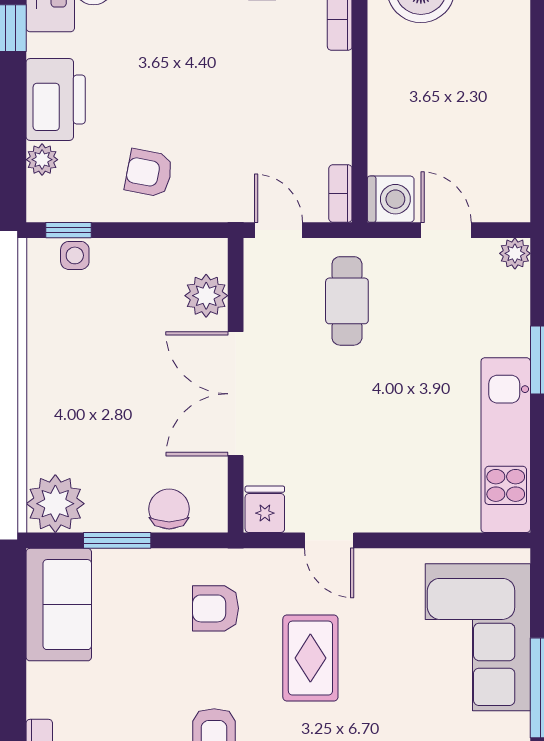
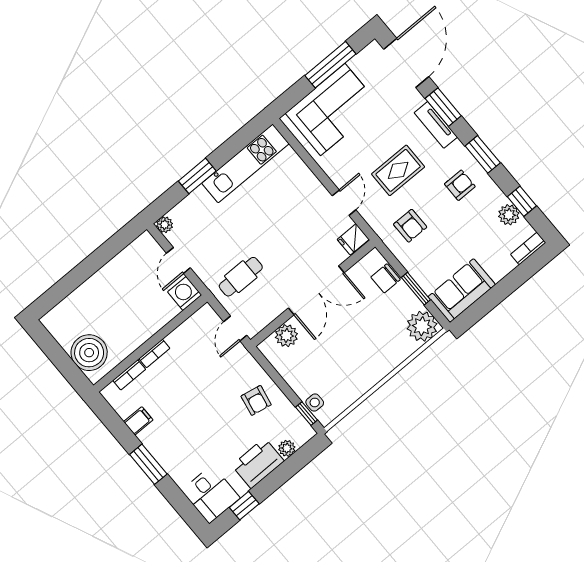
bookcase: (340, 194) -> (154, 353), moved

